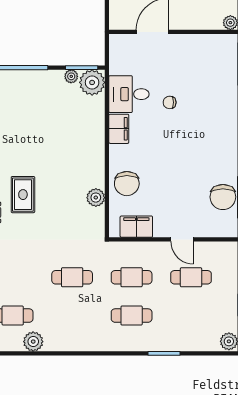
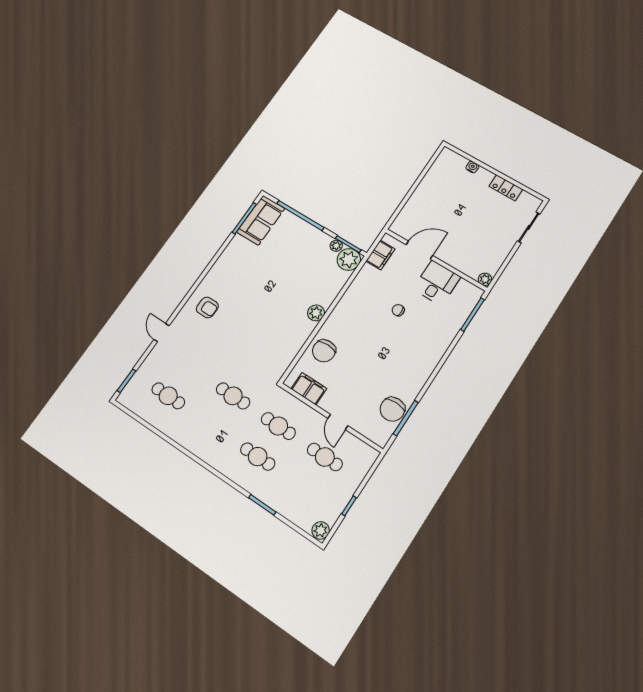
desk: (129, 94) -> (437, 283), moved, turned 90
filing cabinet: (119, 129) -> (380, 255), moved
rug: (23, 195) -> (240, 310), removed
plant: (96, 198) -> (316, 313), moved
plant: (33, 342) -> (169, 426), removed

